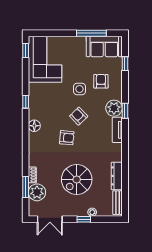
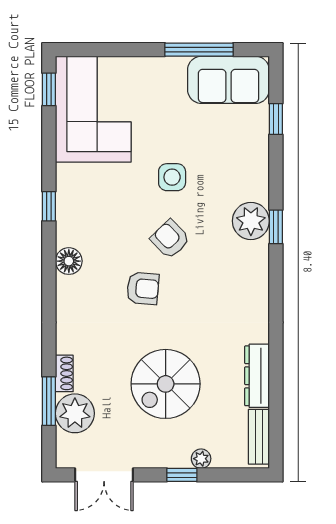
armchair: (101, 81) -> (221, 160), removed
tv unit: (117, 130) -> (258, 271), removed

